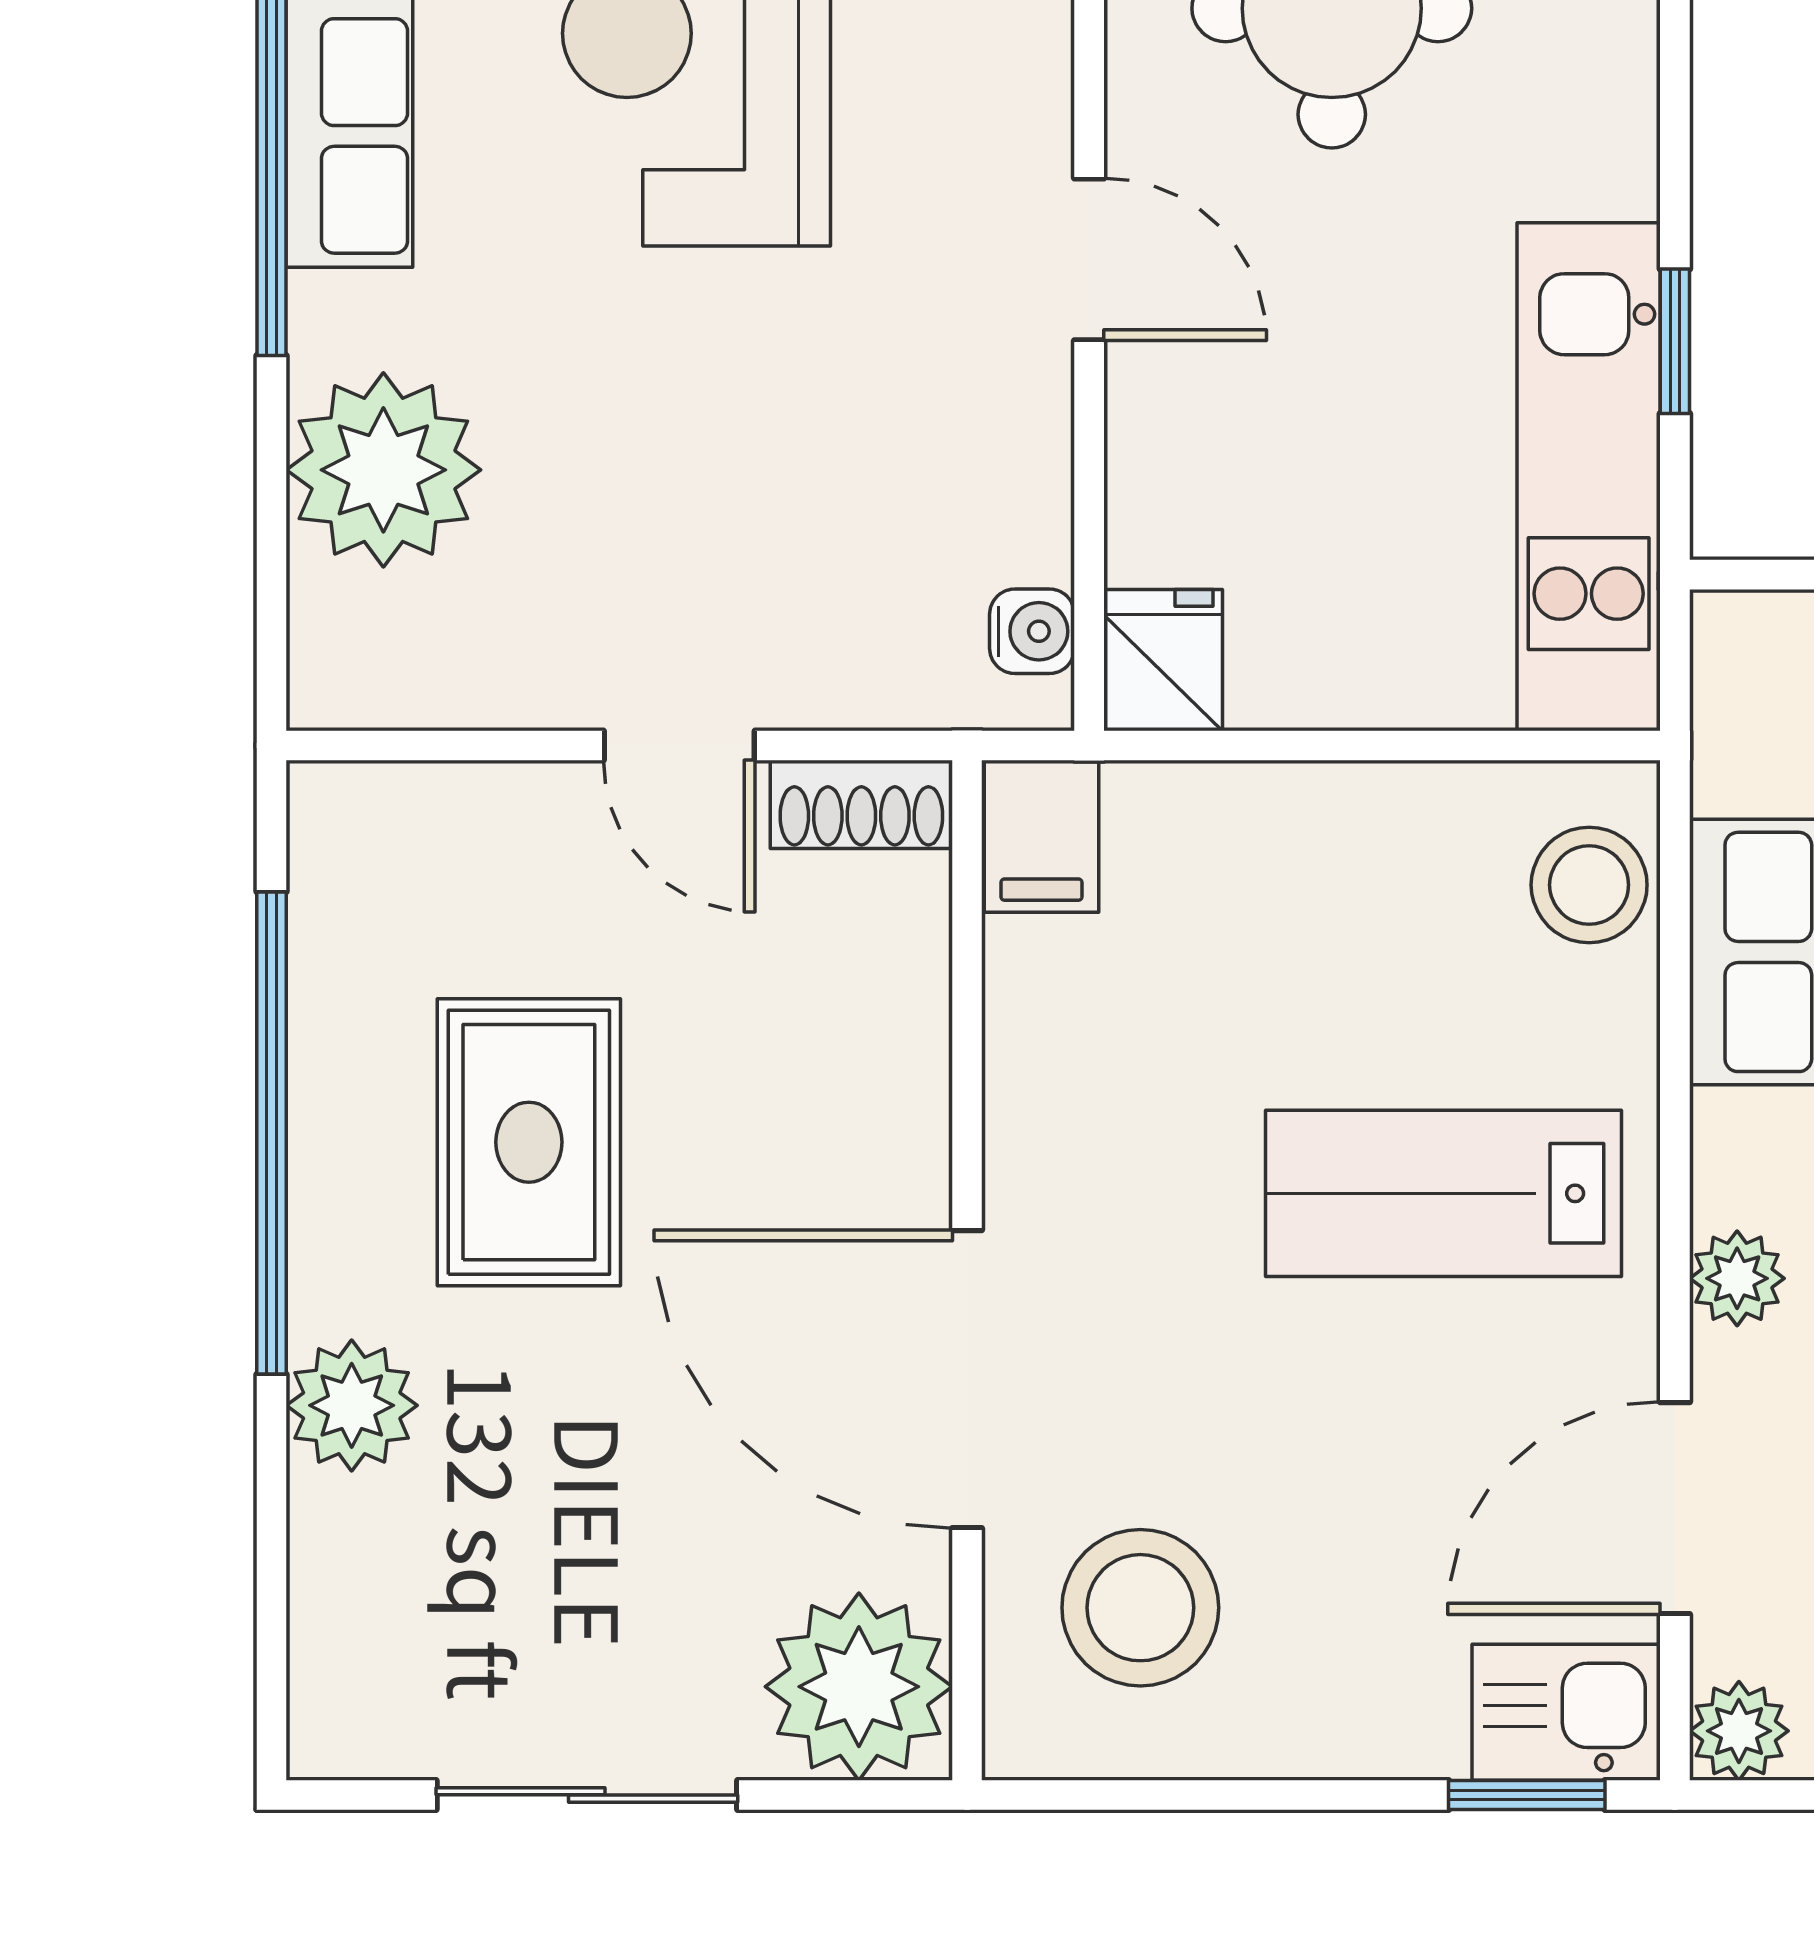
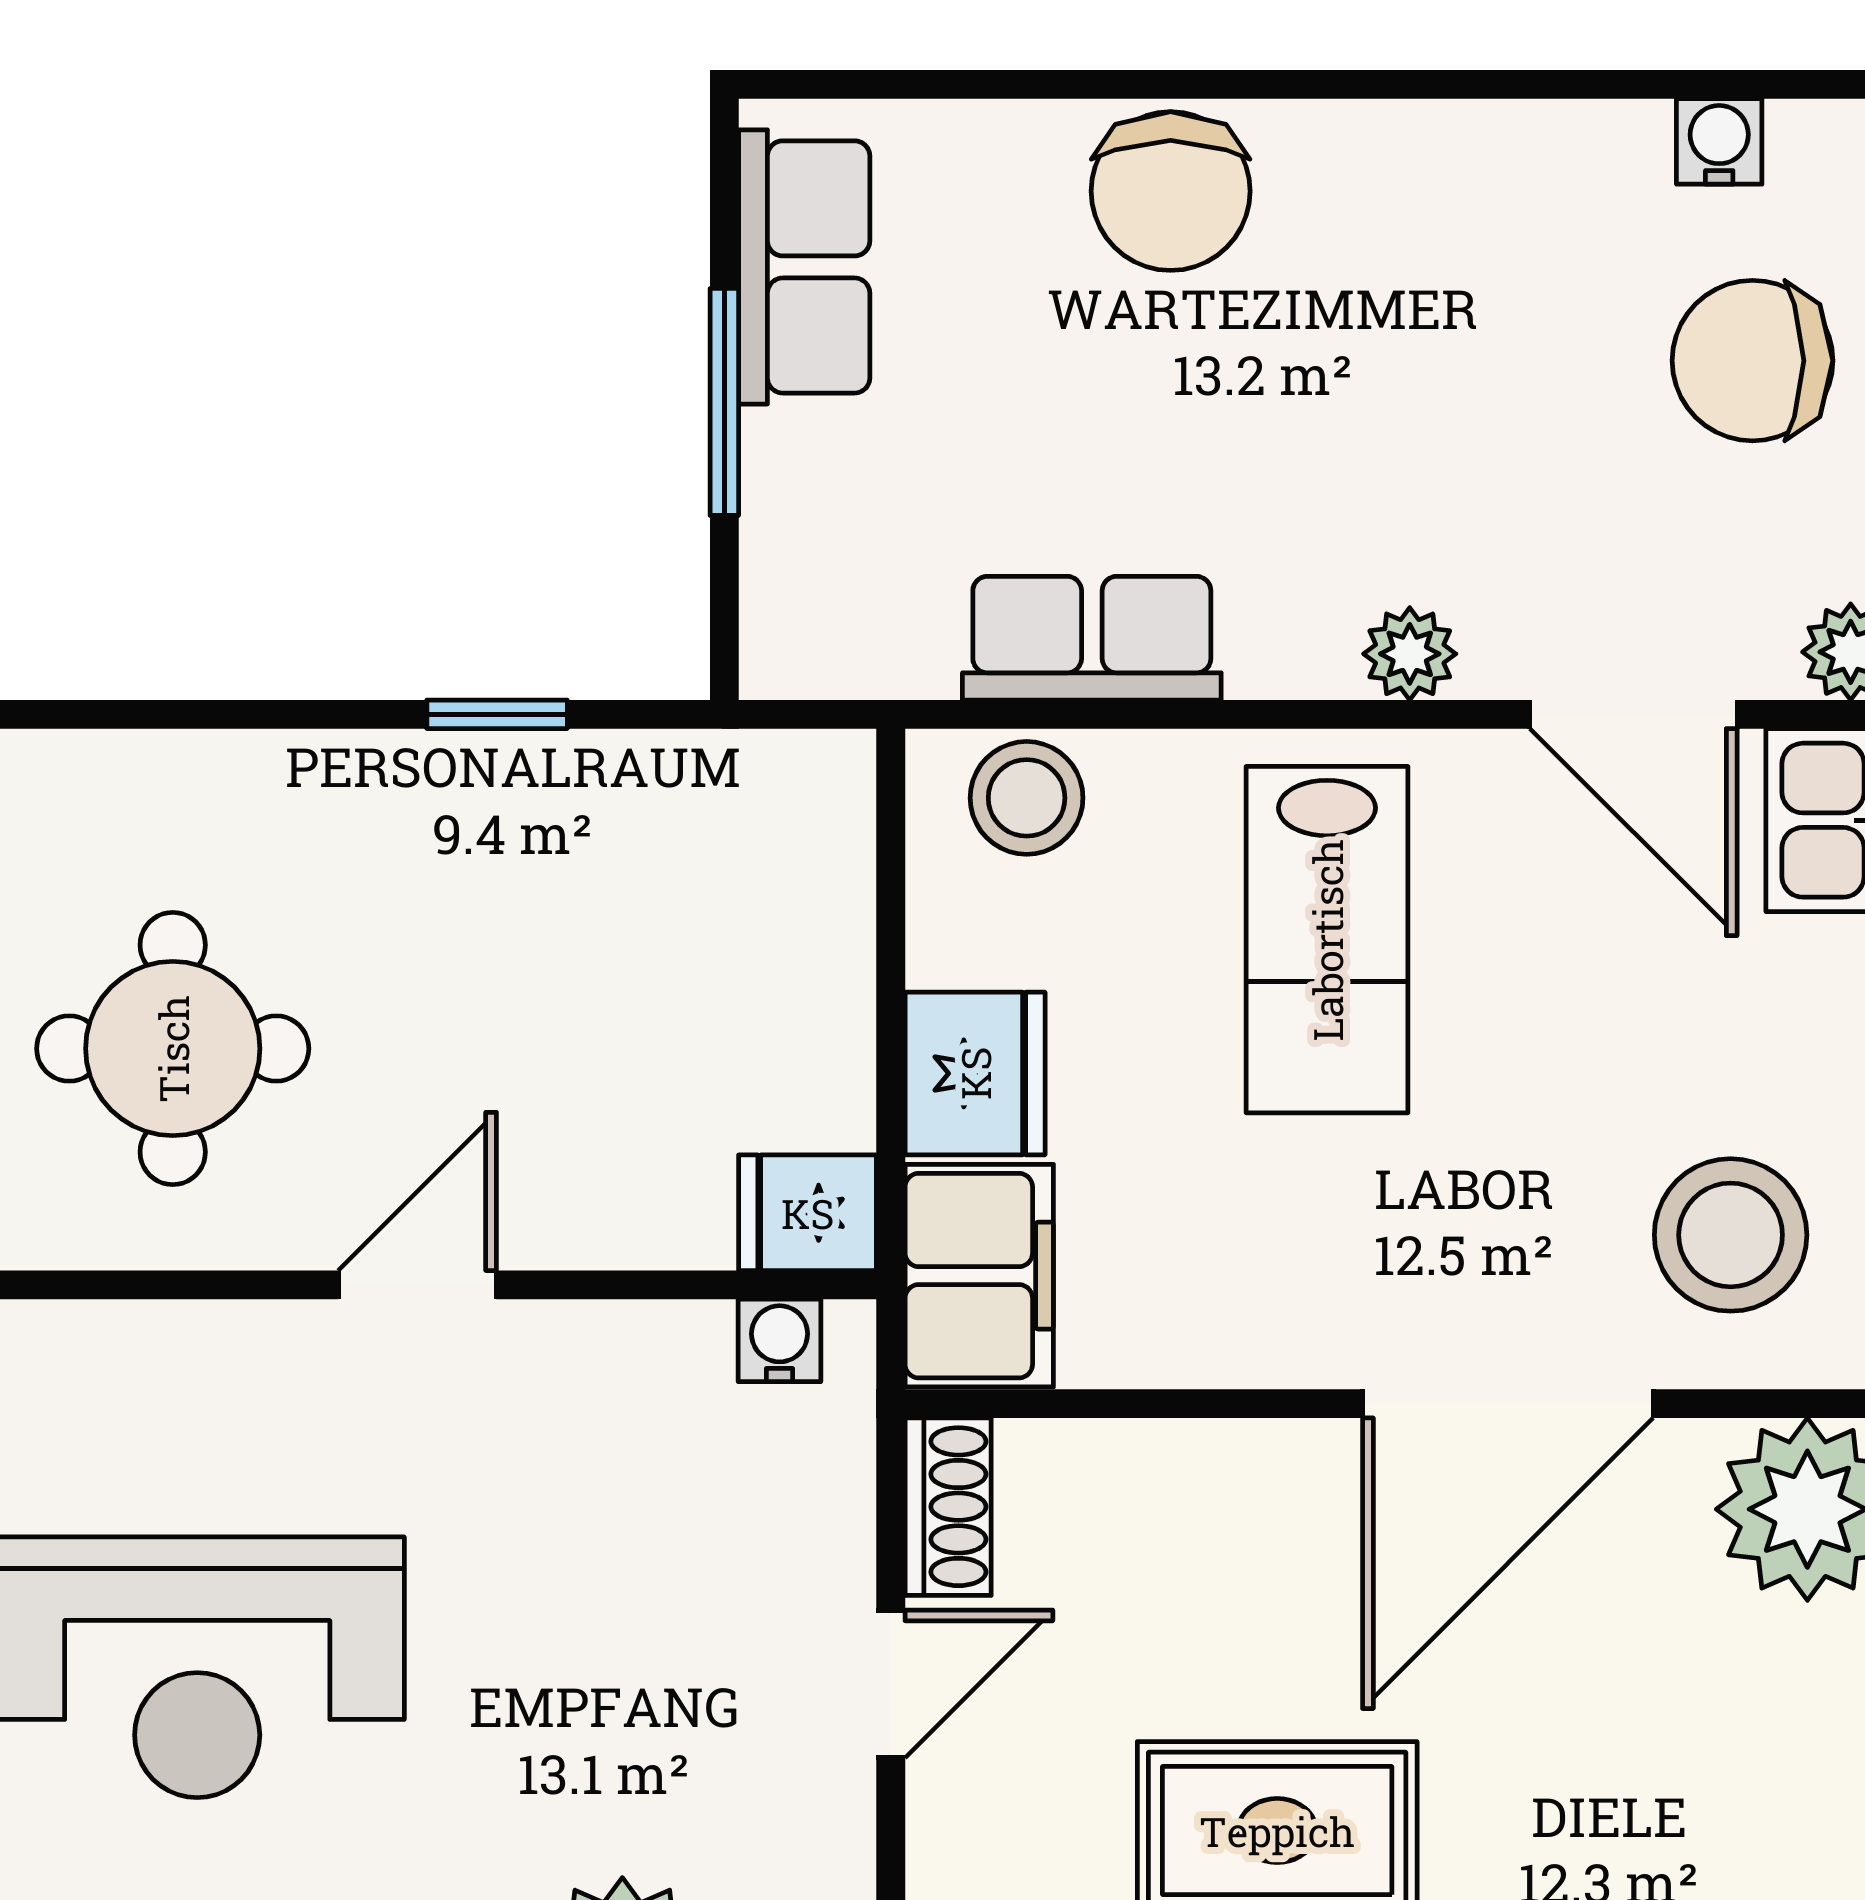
kitchen unit: (1589, 477) -> (629, 798), removed
fridge: (1306, 832) -> (975, 1073), added
filing cabinet: (1041, 836) -> (979, 1276), width x2.00

